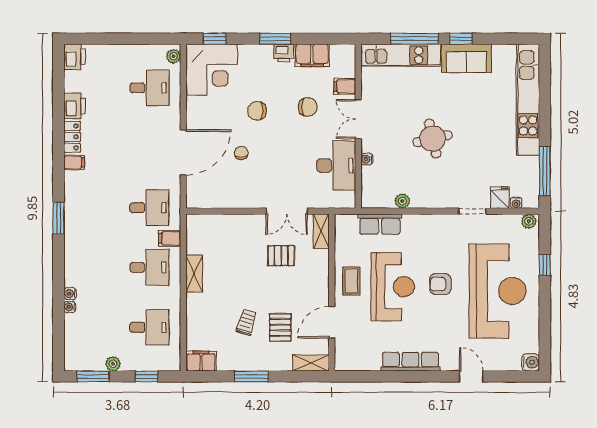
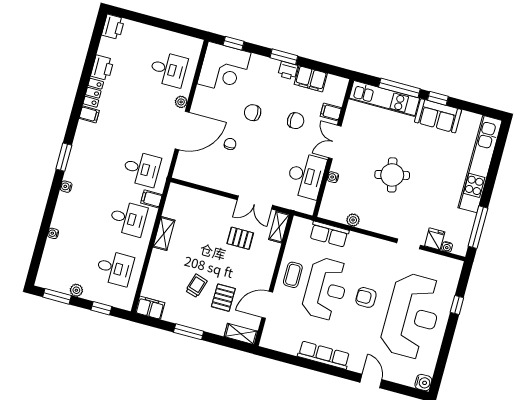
plant: (174, 56) -> (181, 102), moved
plant: (529, 221) -> (453, 265), removed
water cooler: (70, 294) -> (66, 187), moved

